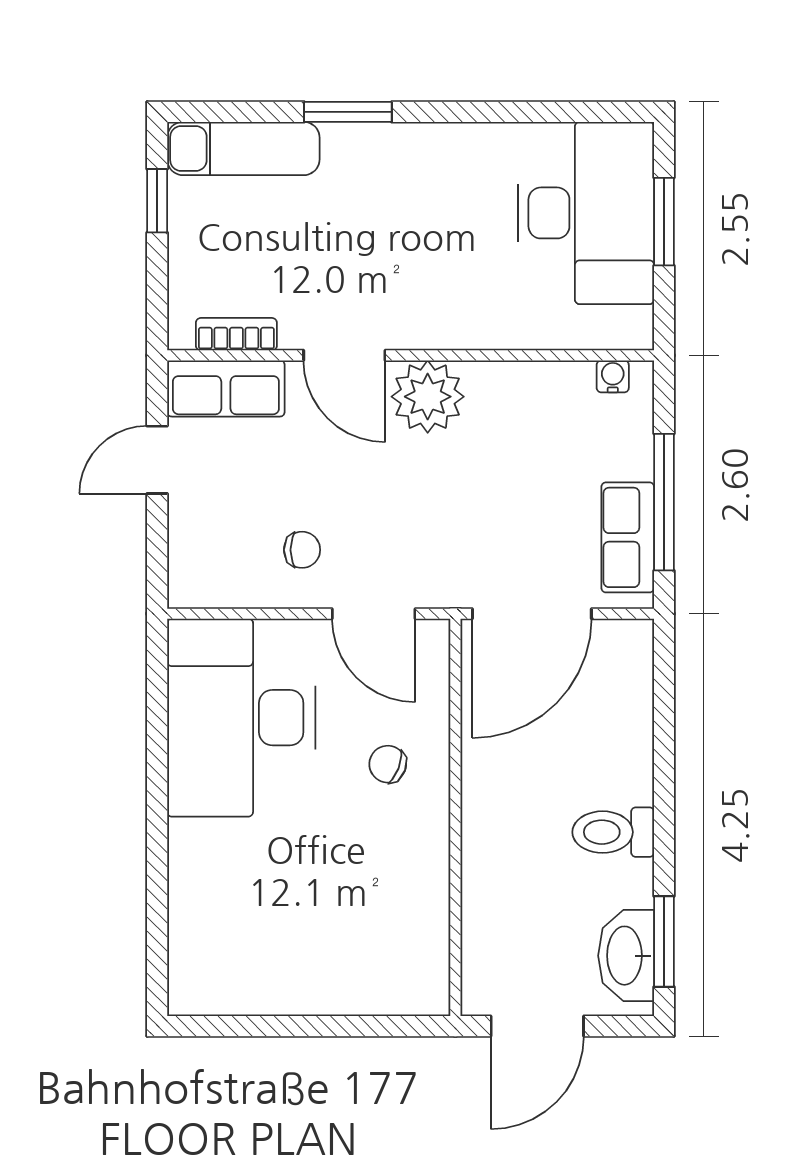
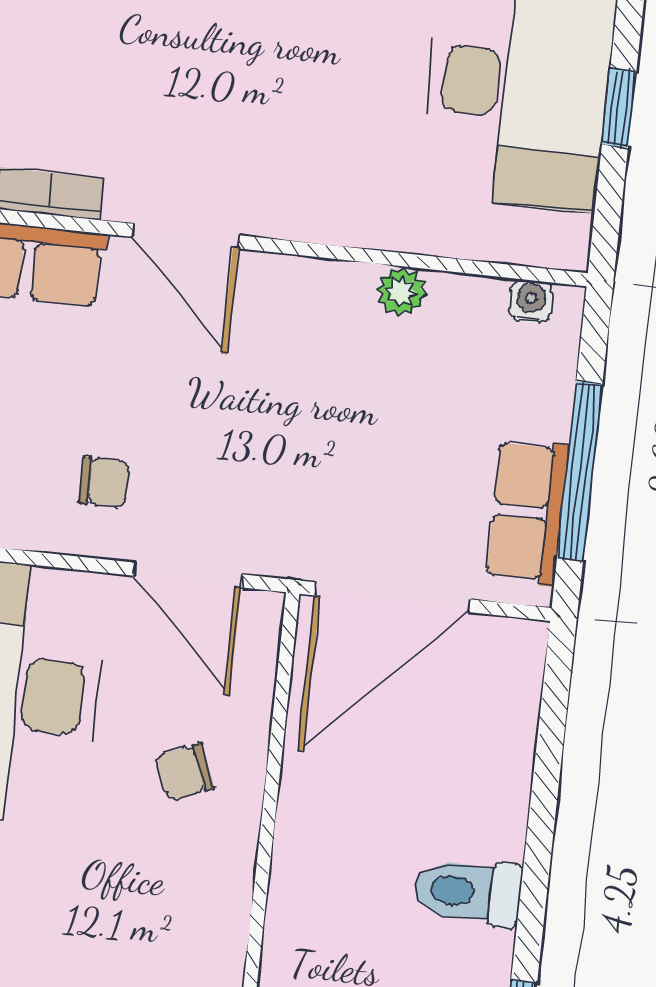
window: (664, 222) -> (619, 108), width x0.67
plant: (428, 397) -> (401, 291), moved, width x0.53, depth x0.53
chair: (388, 764) -> (185, 772), turned -43

